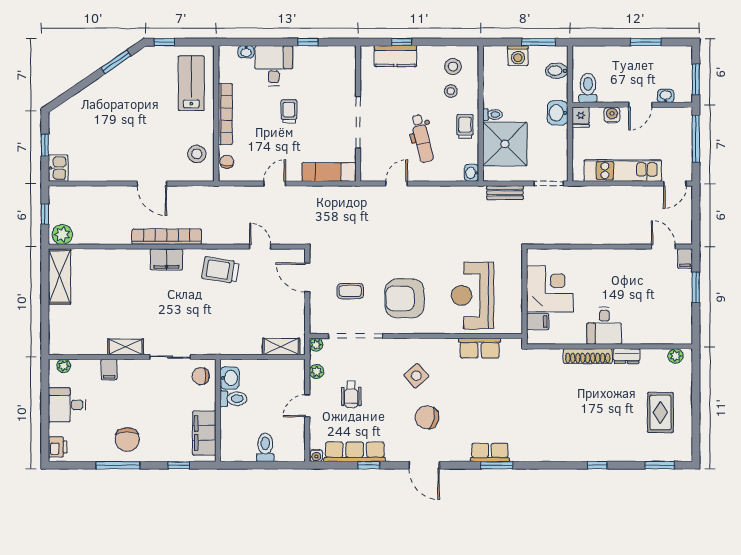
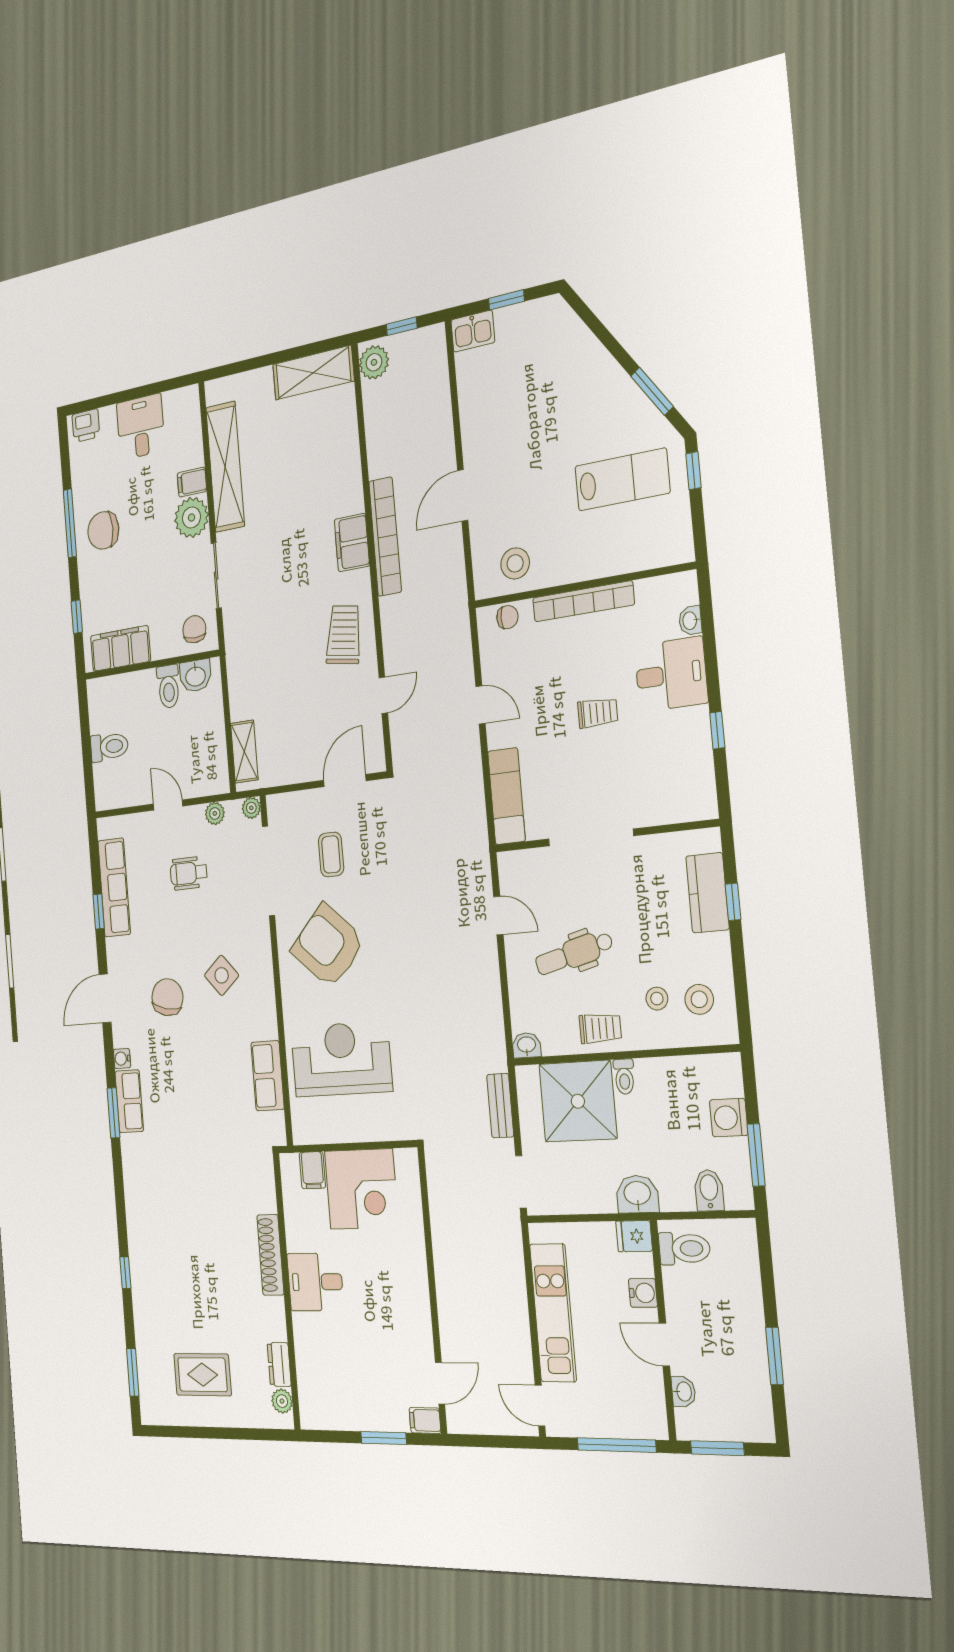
lab bench: (191, 83) -> (622, 479), moved
armchair: (405, 298) -> (328, 946), turned -47
shelving: (126, 347) -> (225, 467), width x2.20, depth x1.33
dresser: (627, 356) -> (279, 1364), moved
plant: (64, 366) -> (191, 518), moved, width x1.88, depth x1.88
water cooler: (316, 456) -> (122, 1059), moved

